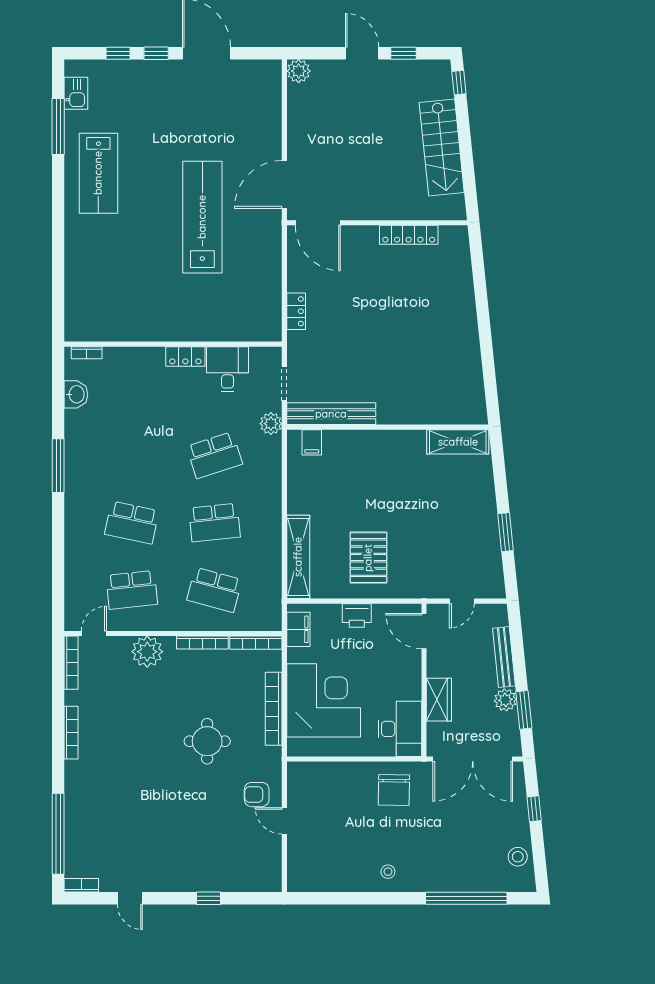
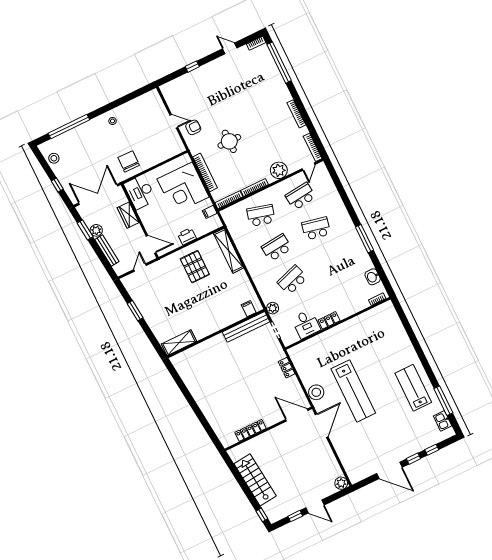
stool: (266, 245) -> (316, 392), added
filing cabinet: (298, 629) -> (210, 212), width x0.50

